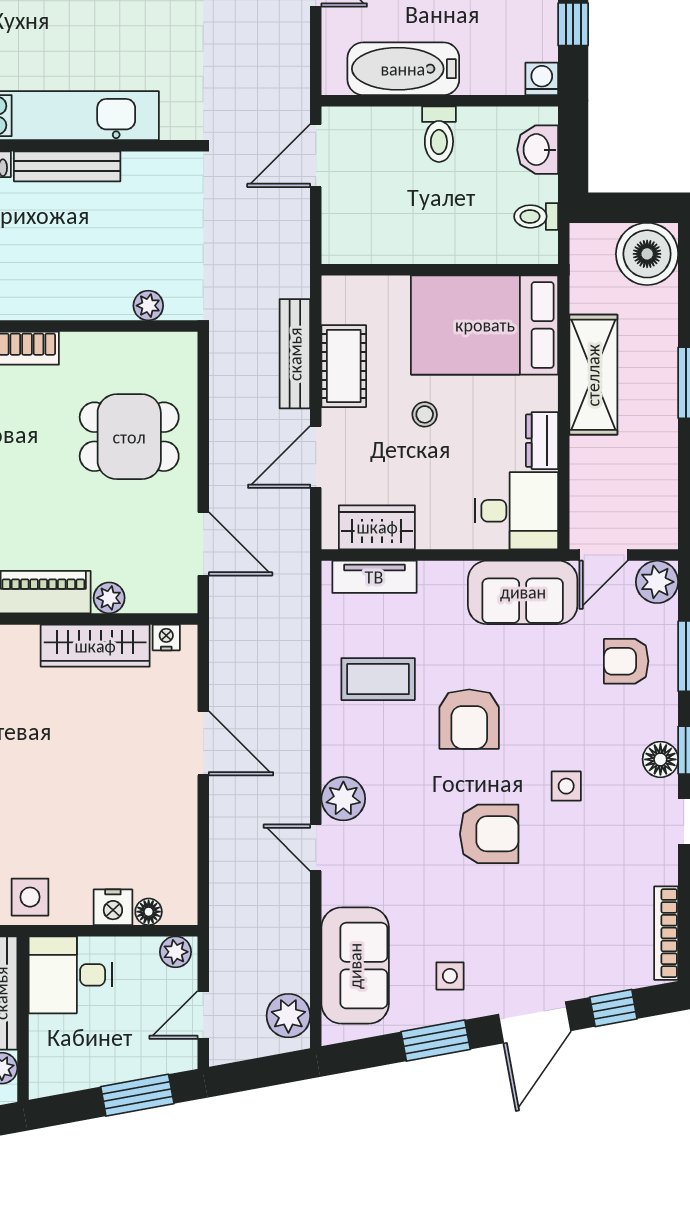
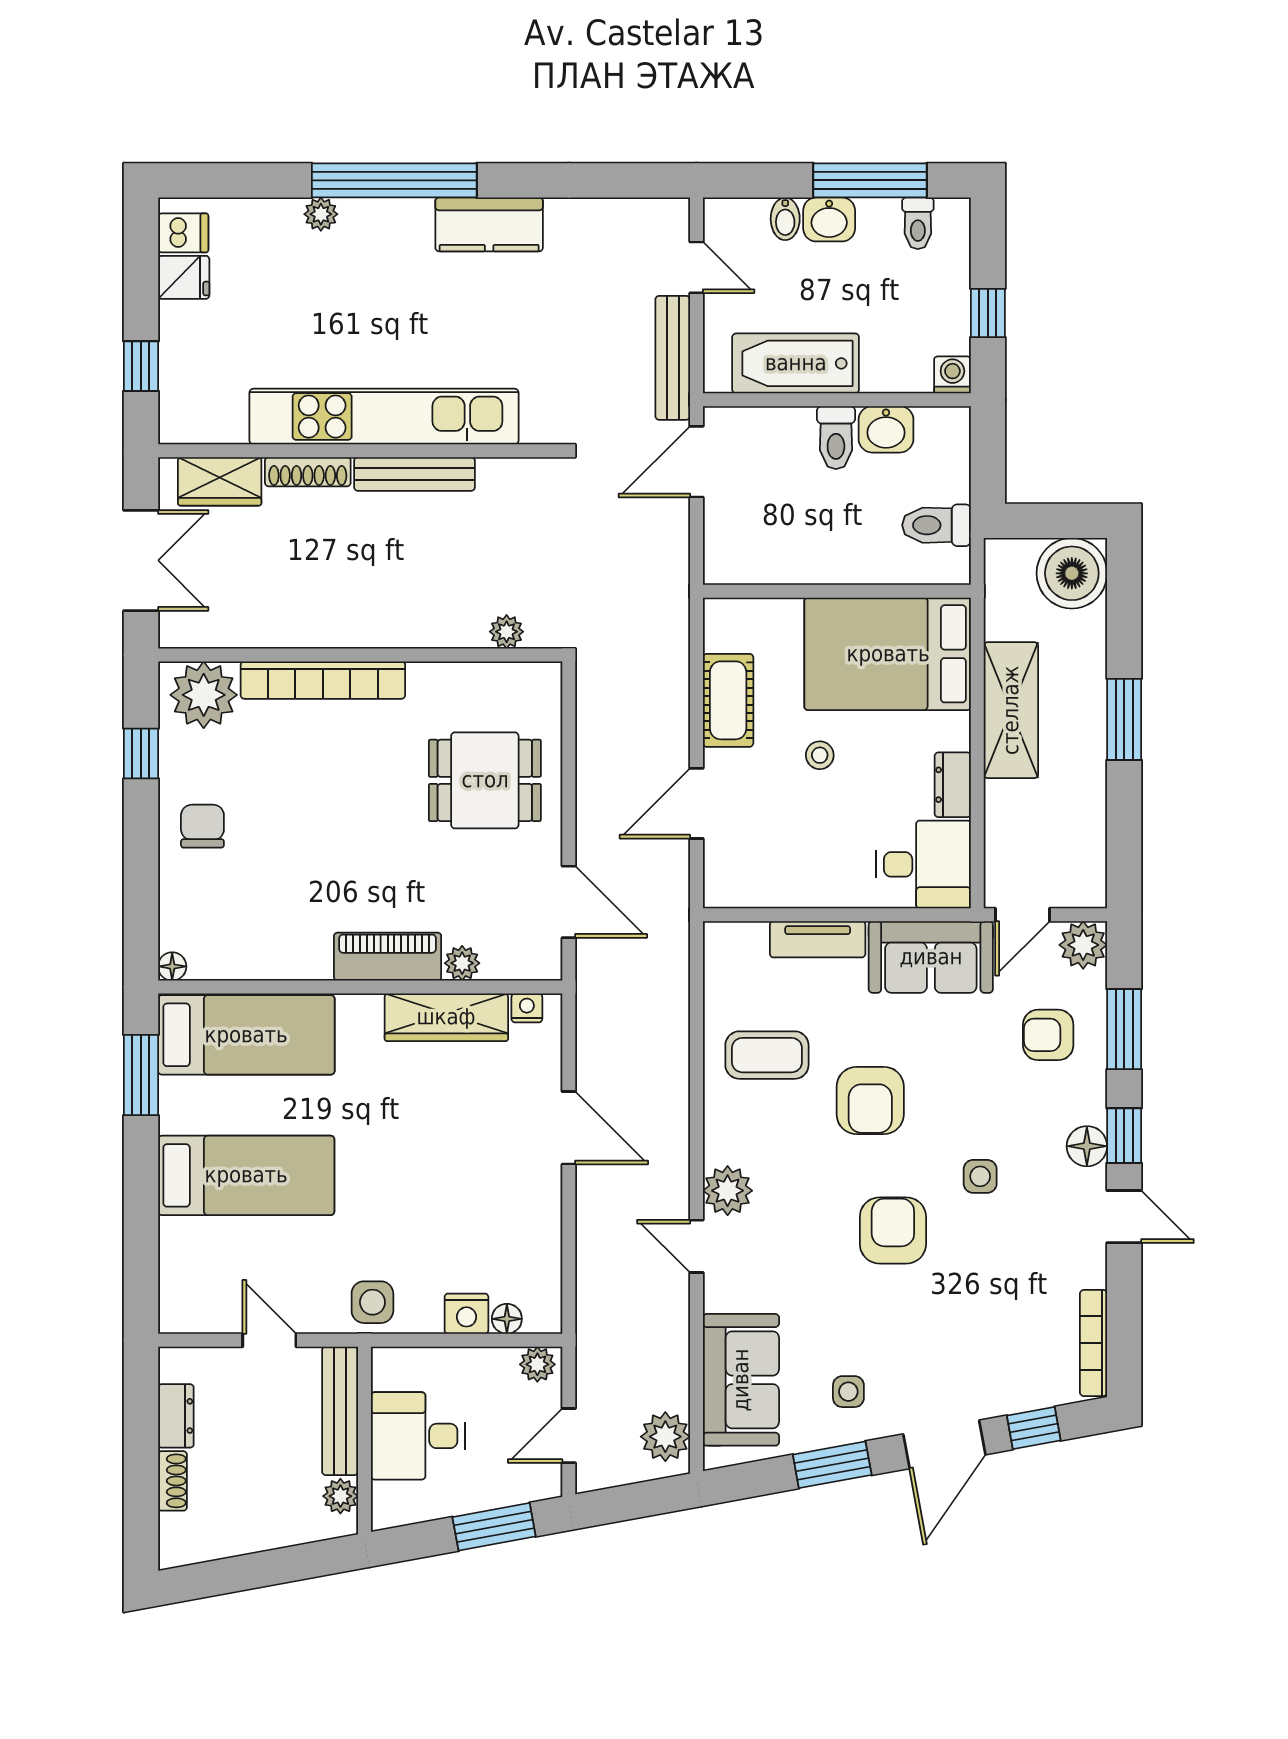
washbasin: (538, 150) -> (886, 429), moved, turned -90
toilet: (536, 216) -> (936, 525), width x1.37, depth x1.39
bench: (295, 354) -> (673, 358), moved
wardrobe: (377, 527) -> (766, 883), removed
tv unit: (374, 577) -> (818, 939), moved
armchair: (489, 834) -> (893, 1230), turned -90
desk: (70, 975) -> (418, 1436), moved

